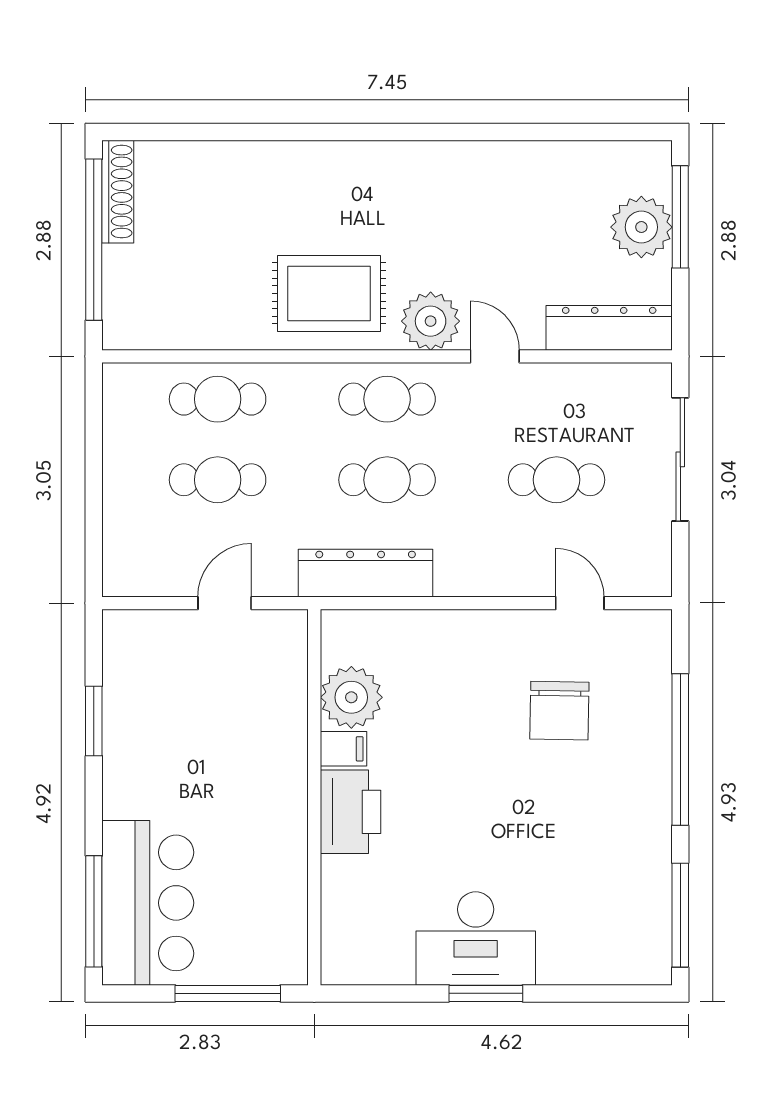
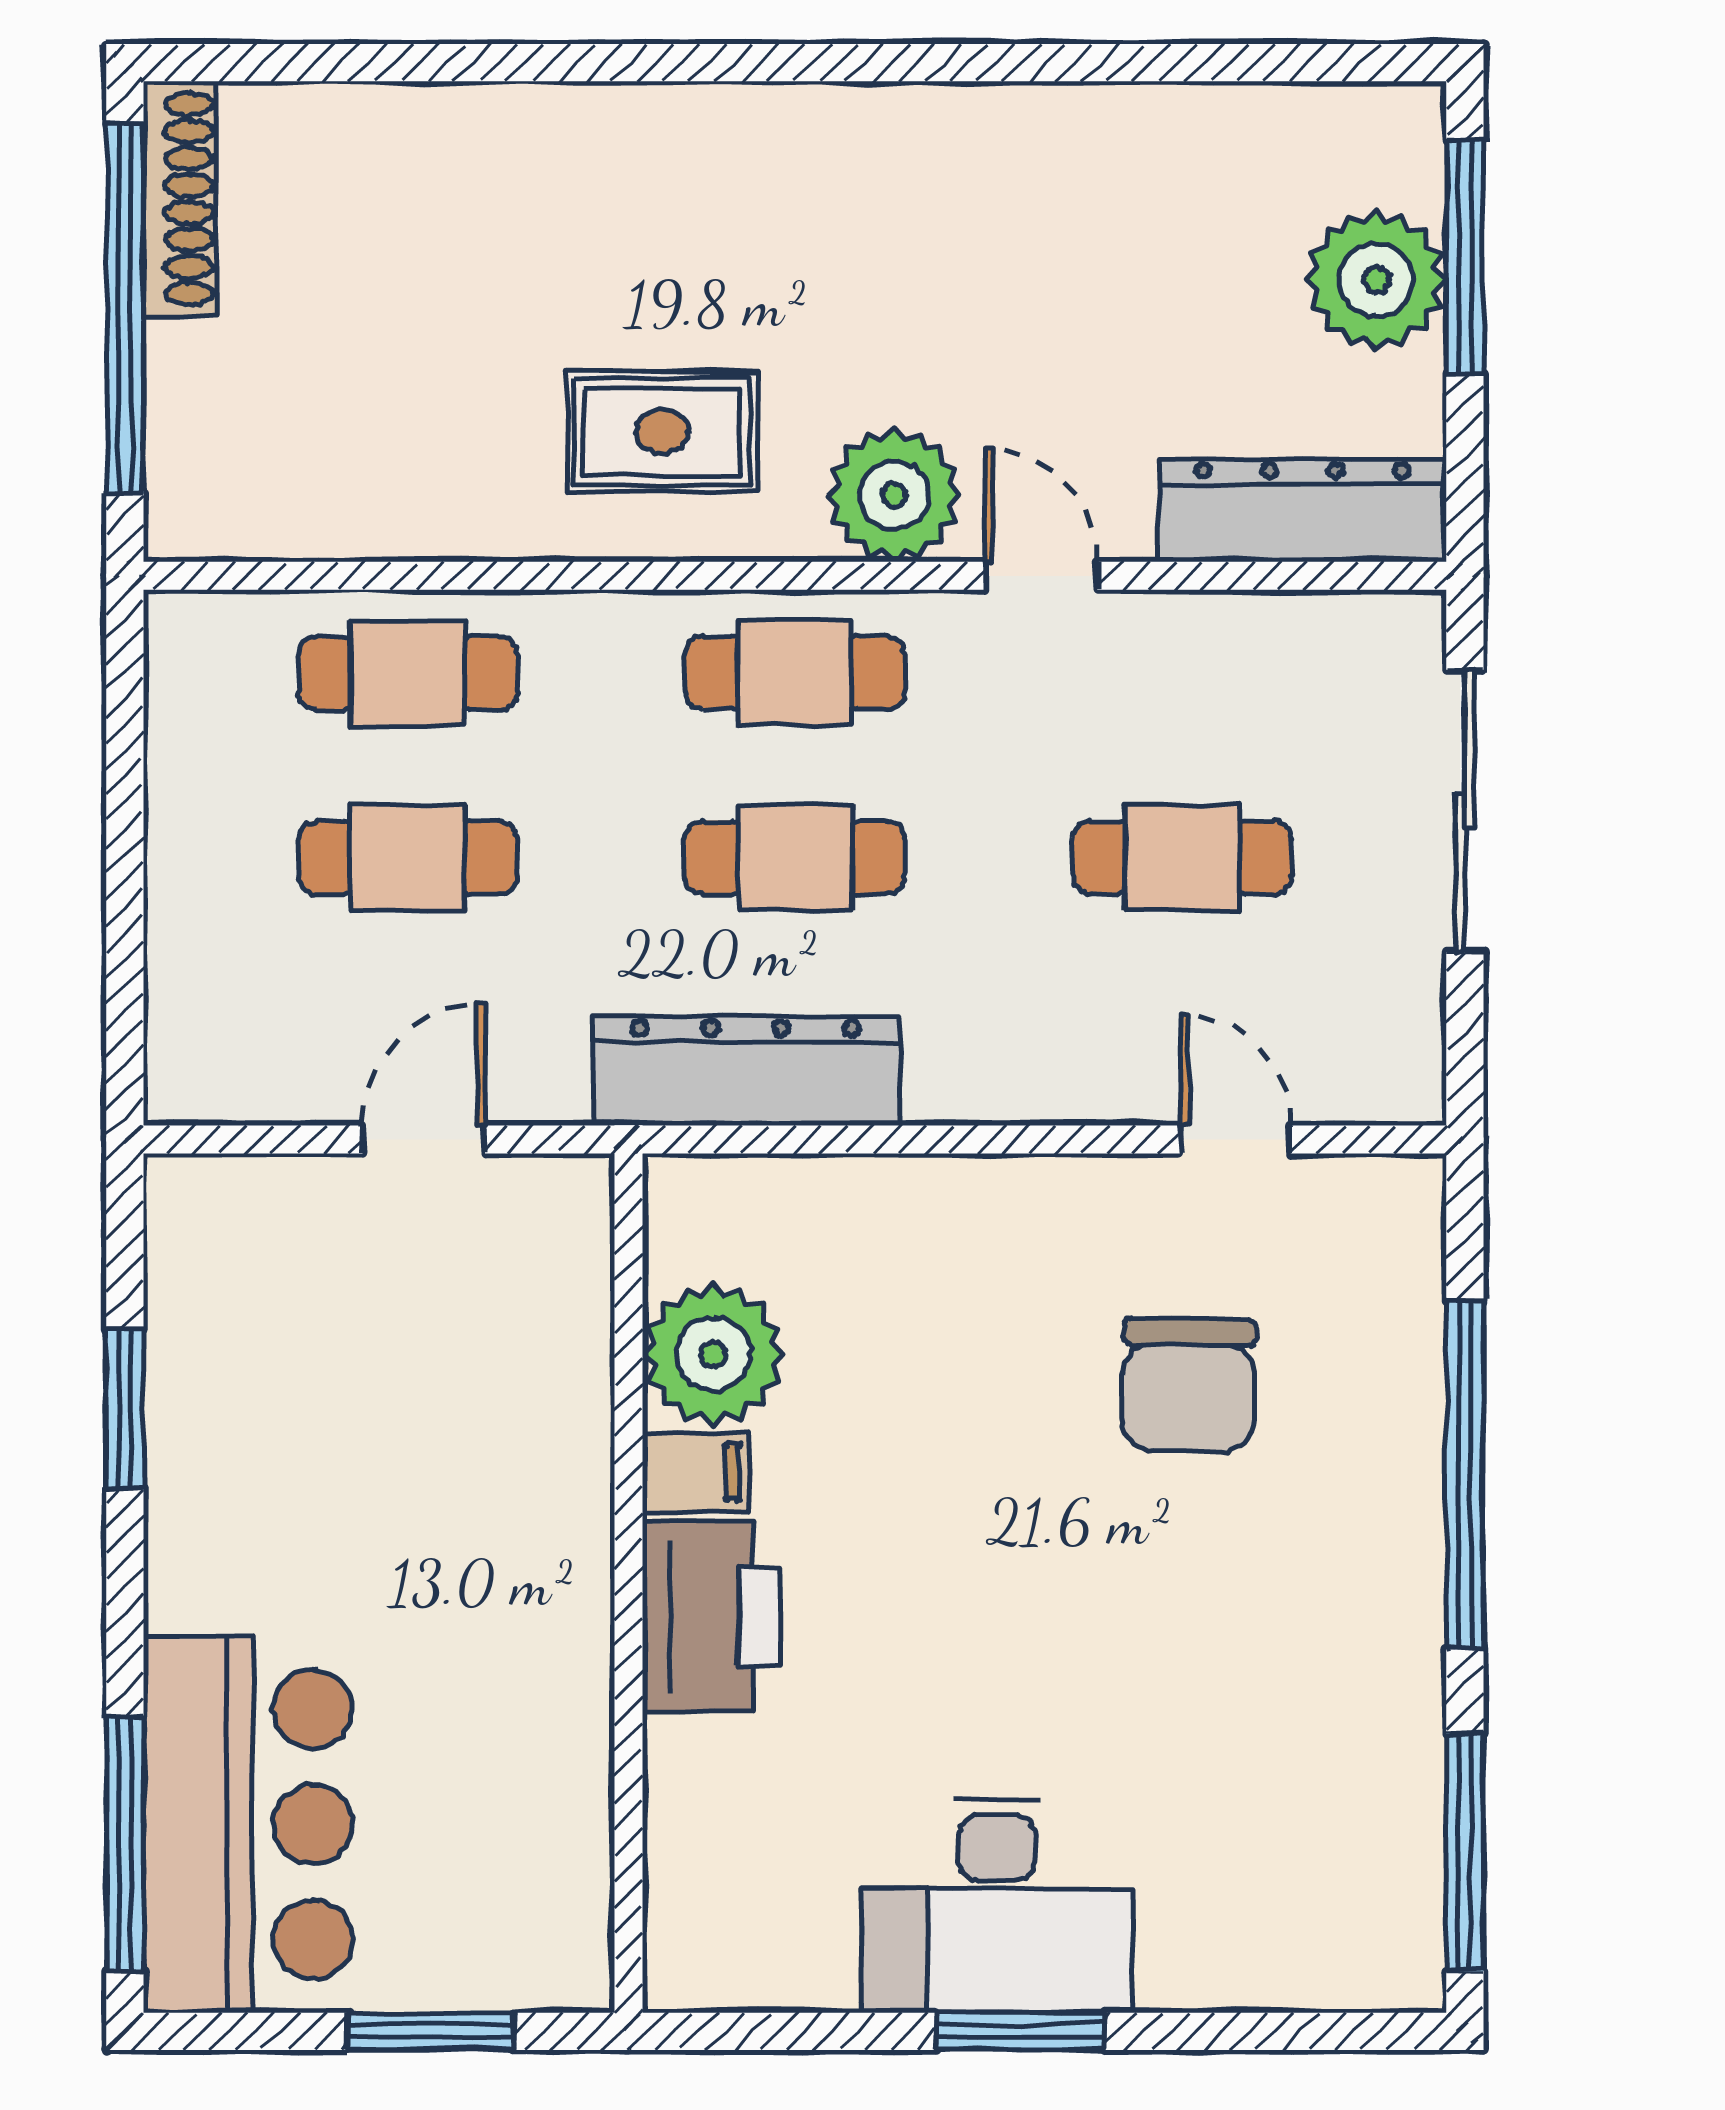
rug: (329, 293) -> (662, 432), width x0.73, depth x0.70
window: (228, 993) -> (431, 2031), width x0.69

